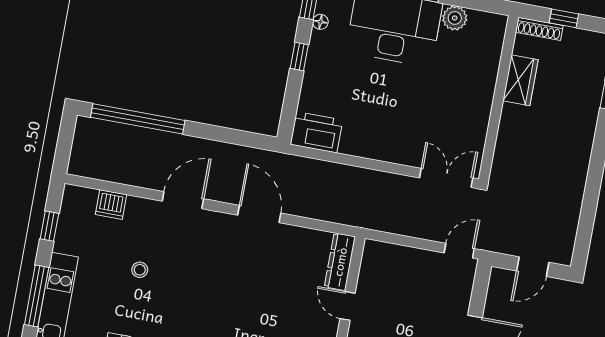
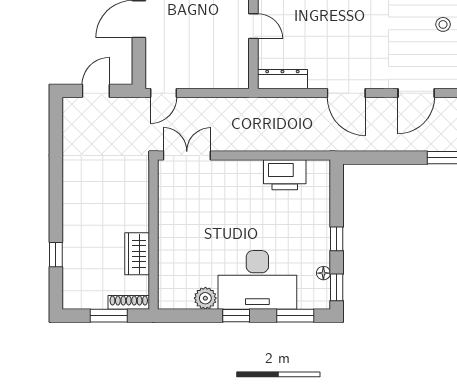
window: (564, 18) -> (109, 316), width x1.50
printer: (317, 132) -> (285, 175), moved
double door: (446, 178) -> (187, 155), swing flipped
dresser: (340, 262) -> (282, 79), moved, turned -90

